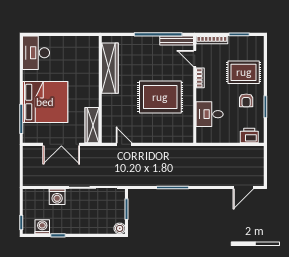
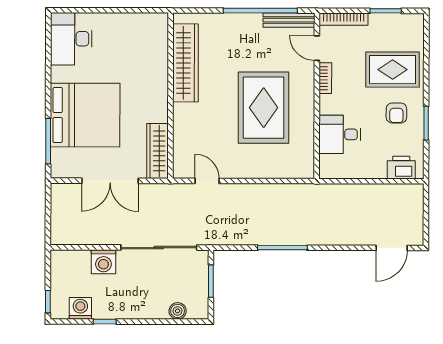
rug: (160, 97) -> (264, 108), turned 90
boiler: (120, 228) -> (178, 311), moved

